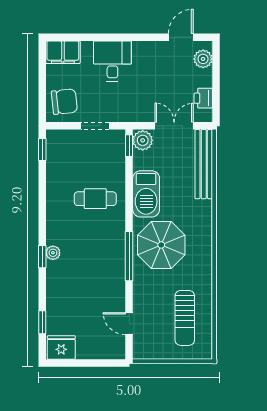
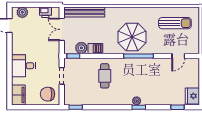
chair: (64, 102) -> (47, 94), turned -84
plant: (143, 140) -> (81, 48), moved
barbecue: (146, 194) -> (95, 49), width x0.53, depth x0.65

